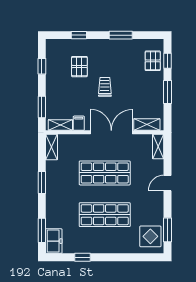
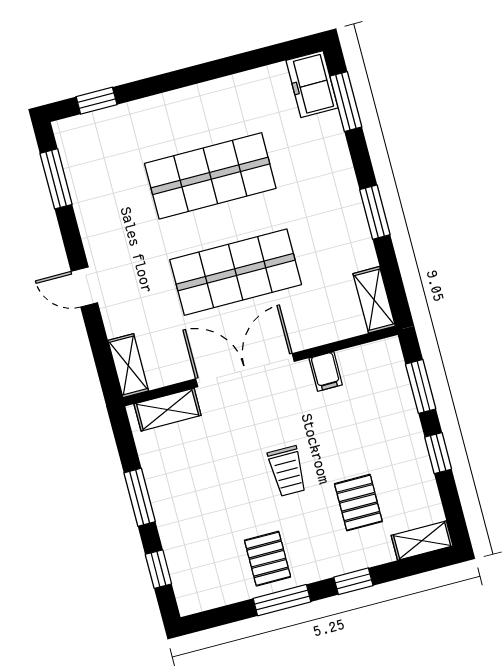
window: (79, 35) -> (353, 581), moved
pallet: (153, 61) -> (268, 559), moved
window: (42, 66) -> (438, 453), moved
shelving: (60, 125) -> (422, 541), moved
double door: (111, 132) -> (245, 370), swing flipped
door: (168, 183) -> (84, 287), swing flipped
display table: (150, 236) -> (92, 153), removed
window: (82, 257) -> (97, 101), moved

